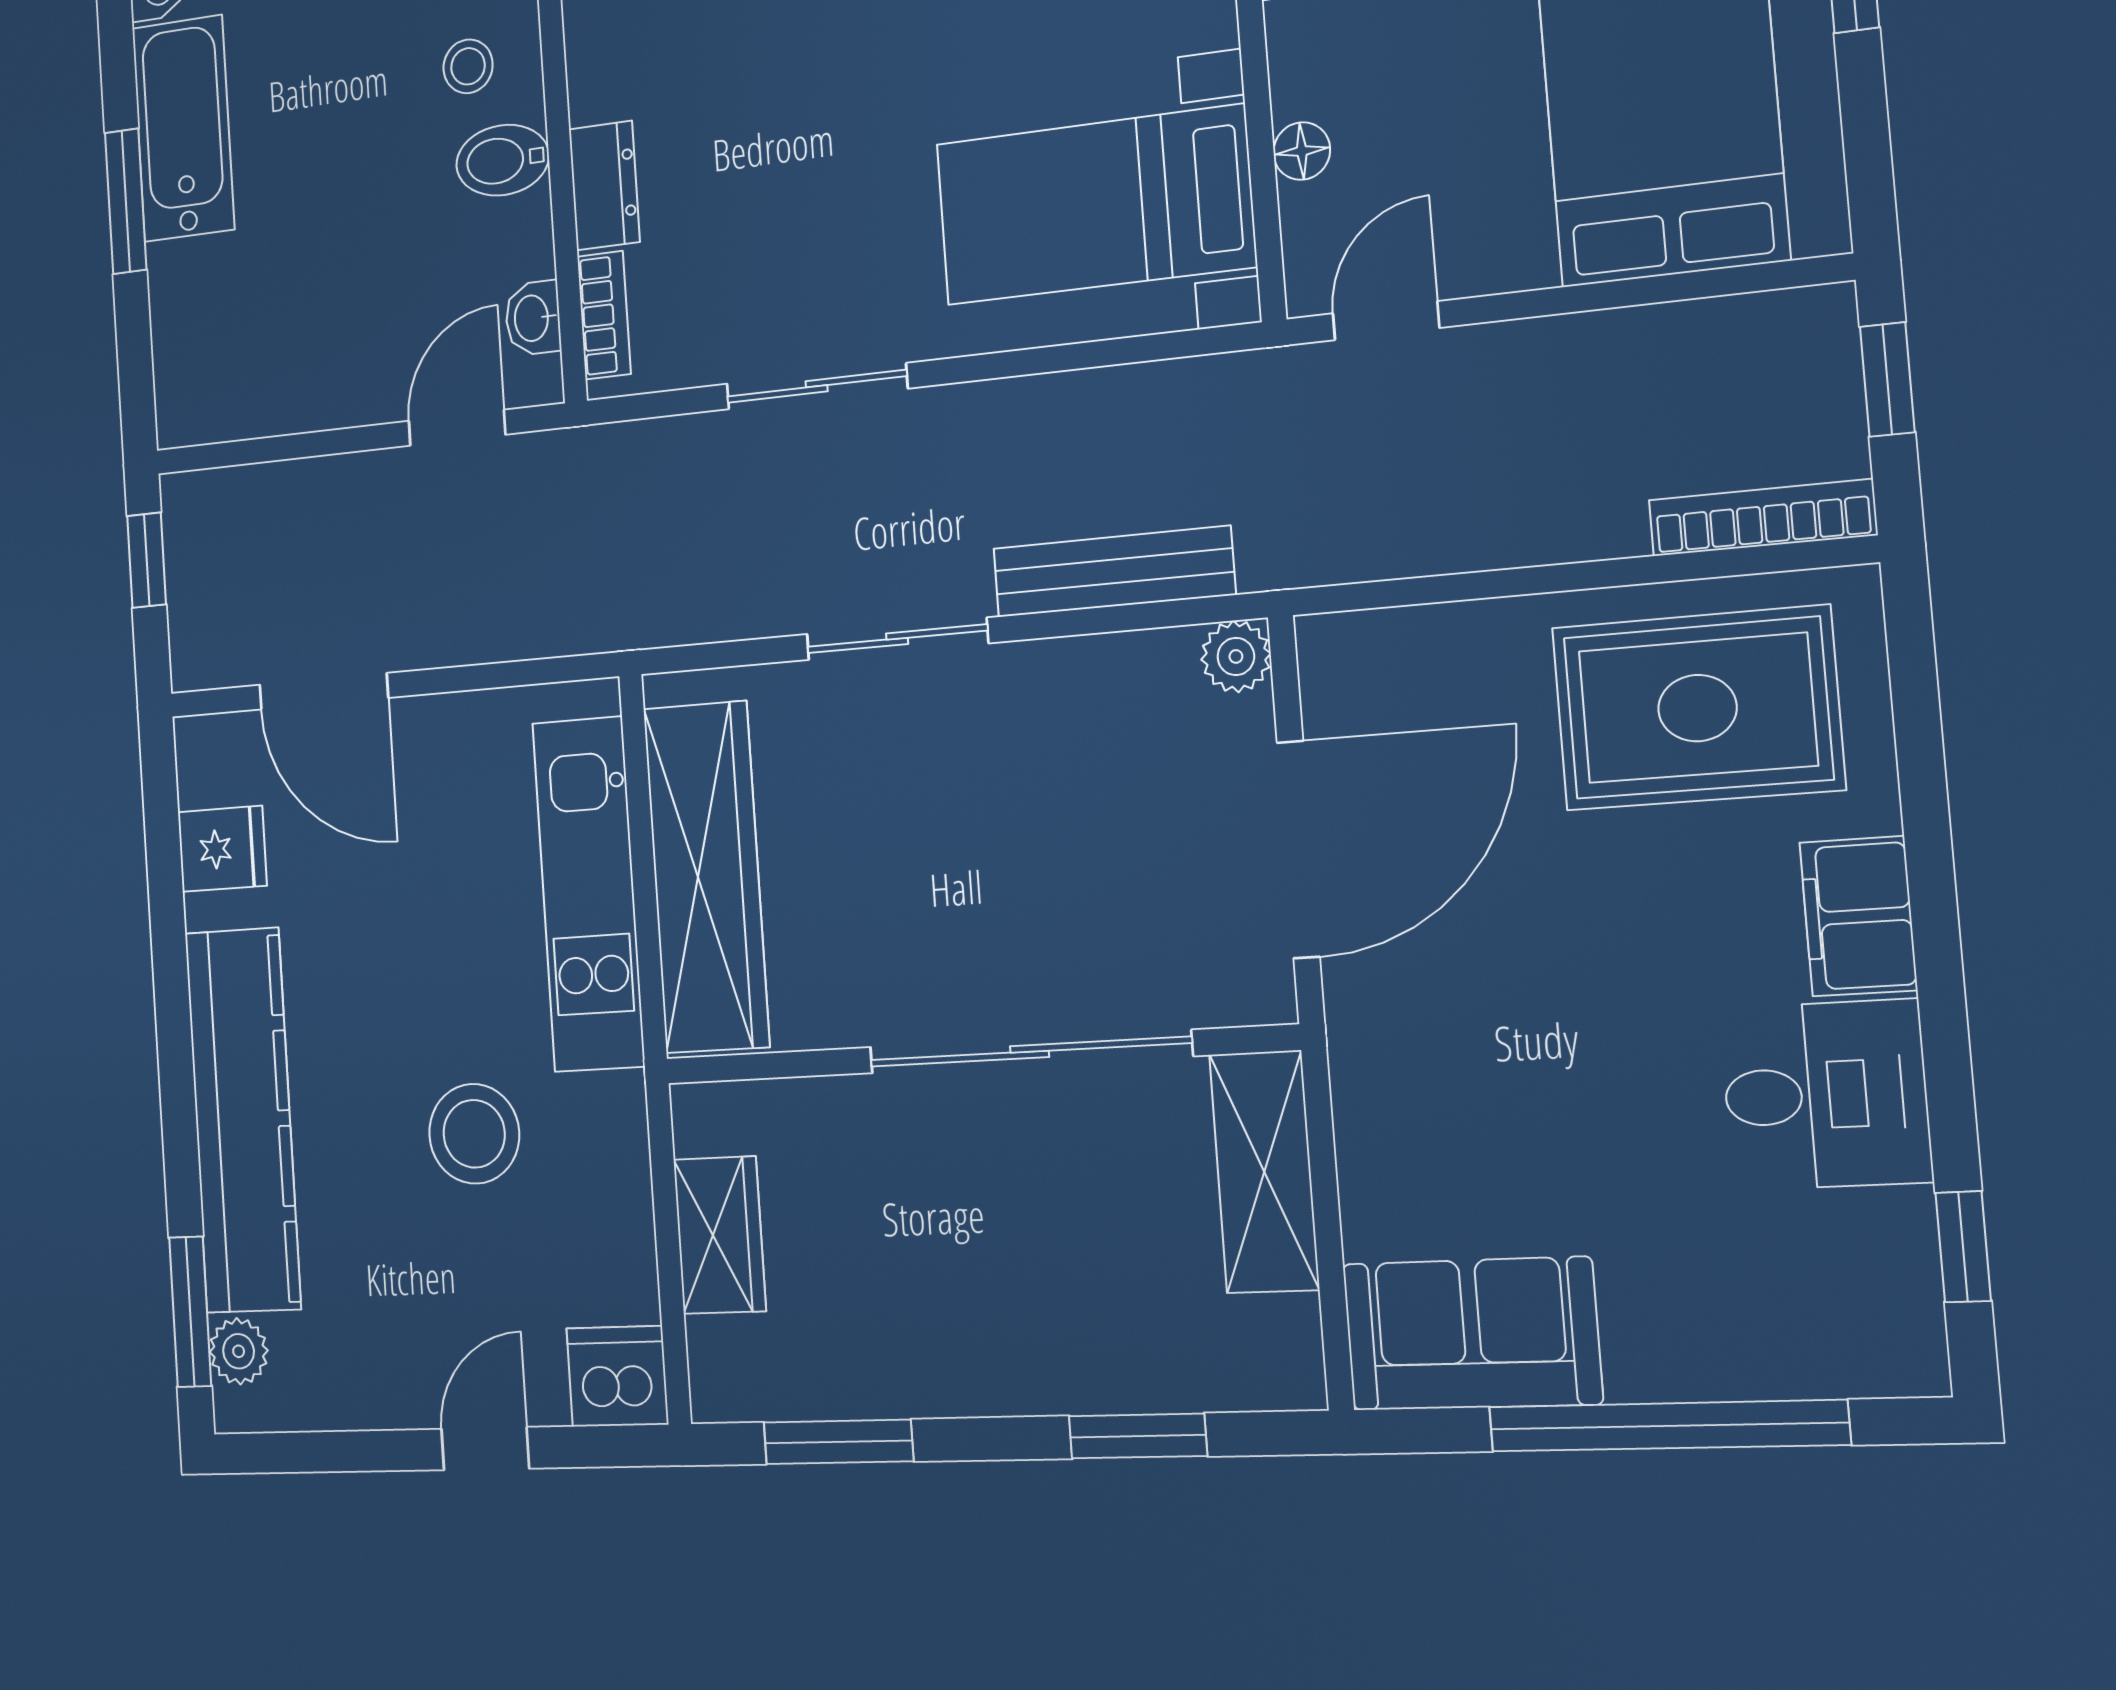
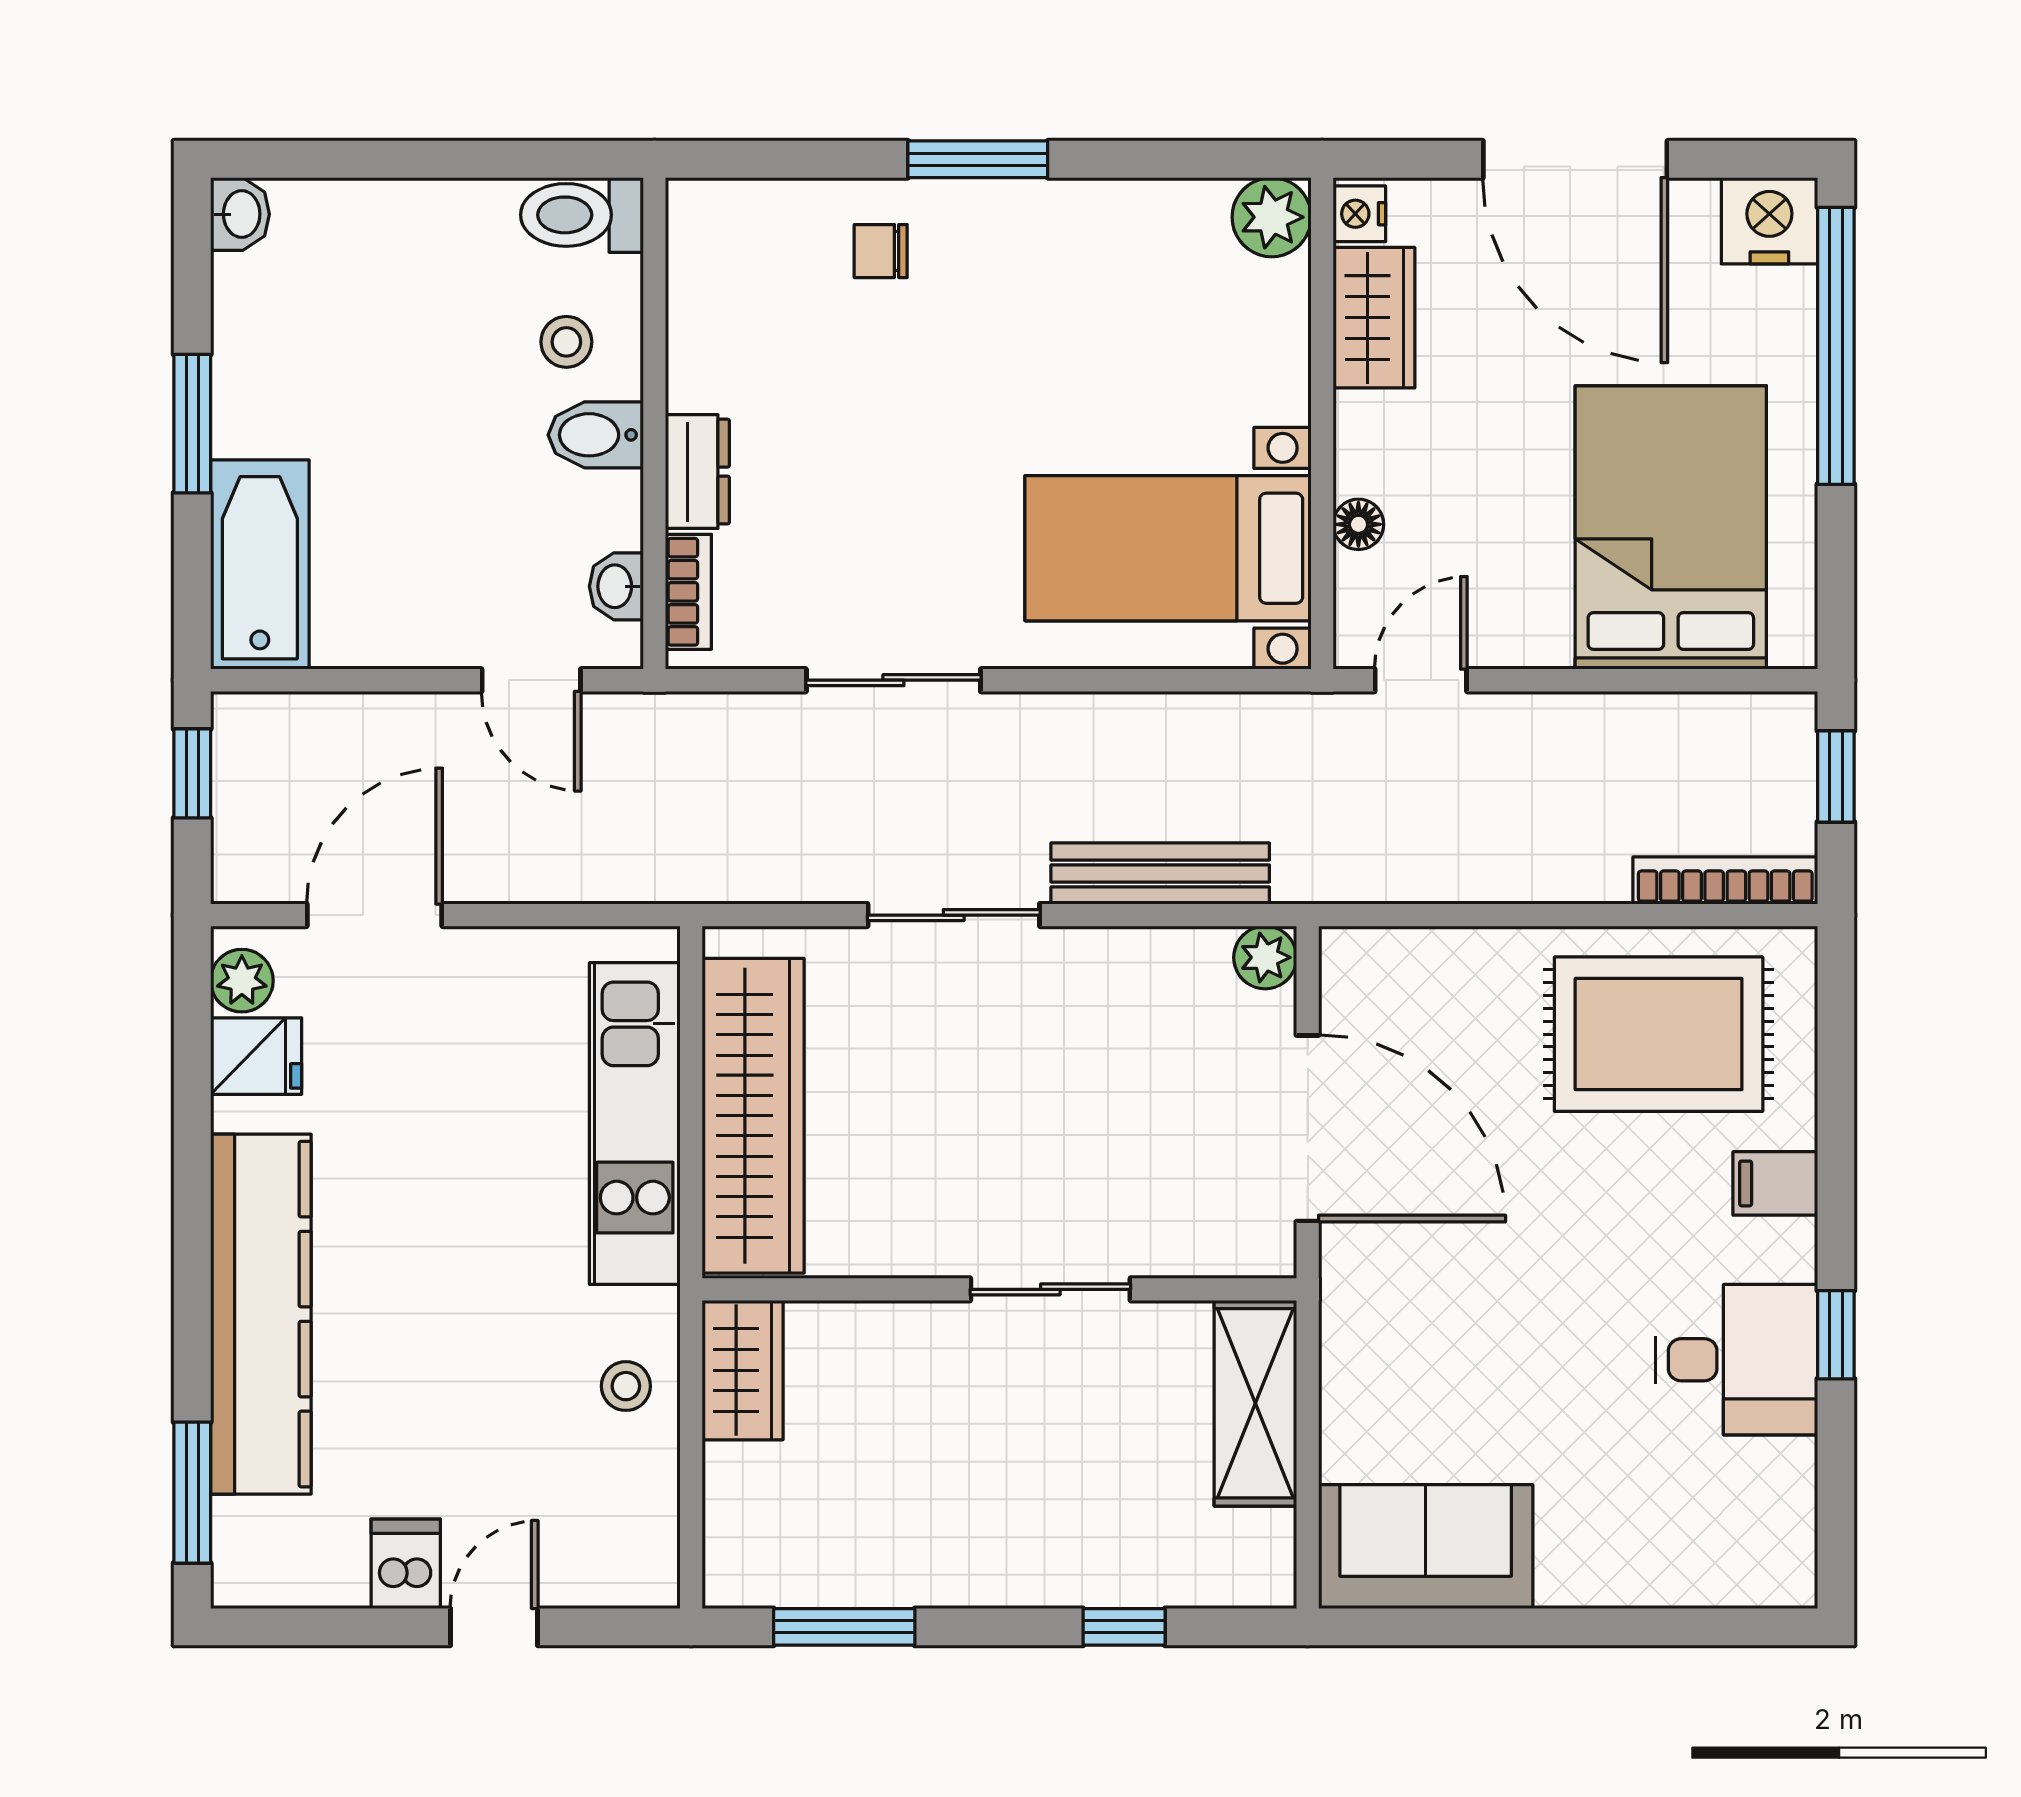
bathtub: (183, 128) -> (260, 565), moved
door: (457, 428) -> (531, 680), swing flipped
door: (324, 691) -> (374, 915), swing flipped
door: (1298, 849) -> (1308, 1128), hinge flipped
filing cabinet: (1858, 916) -> (1775, 1183), width x0.50
sliding door: (1030, 1052) -> (1050, 1289), width x0.54
stool: (474, 1134) -> (626, 1386), moved, width x0.53, depth x0.53
wardrobe: (720, 1235) -> (743, 1370), moved
window: (1963, 1247) -> (1836, 1335), moved
plant: (239, 1351) -> (242, 981), moved
dishwasher: (617, 1376) -> (406, 1564), moved, width x0.73
window: (1668, 1426) -> (1585, 1627), removed
window: (1138, 1436) -> (1124, 1627), width x0.67

